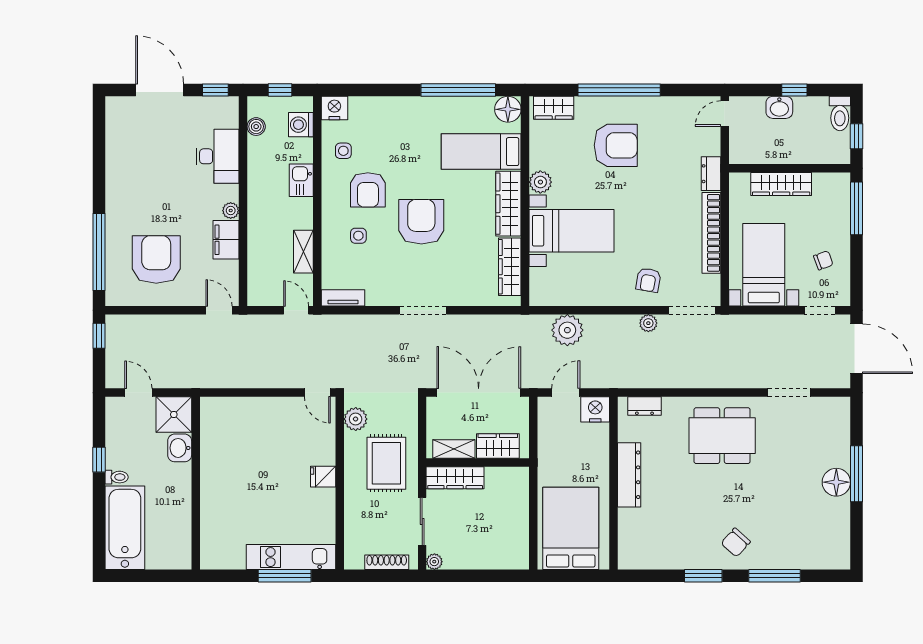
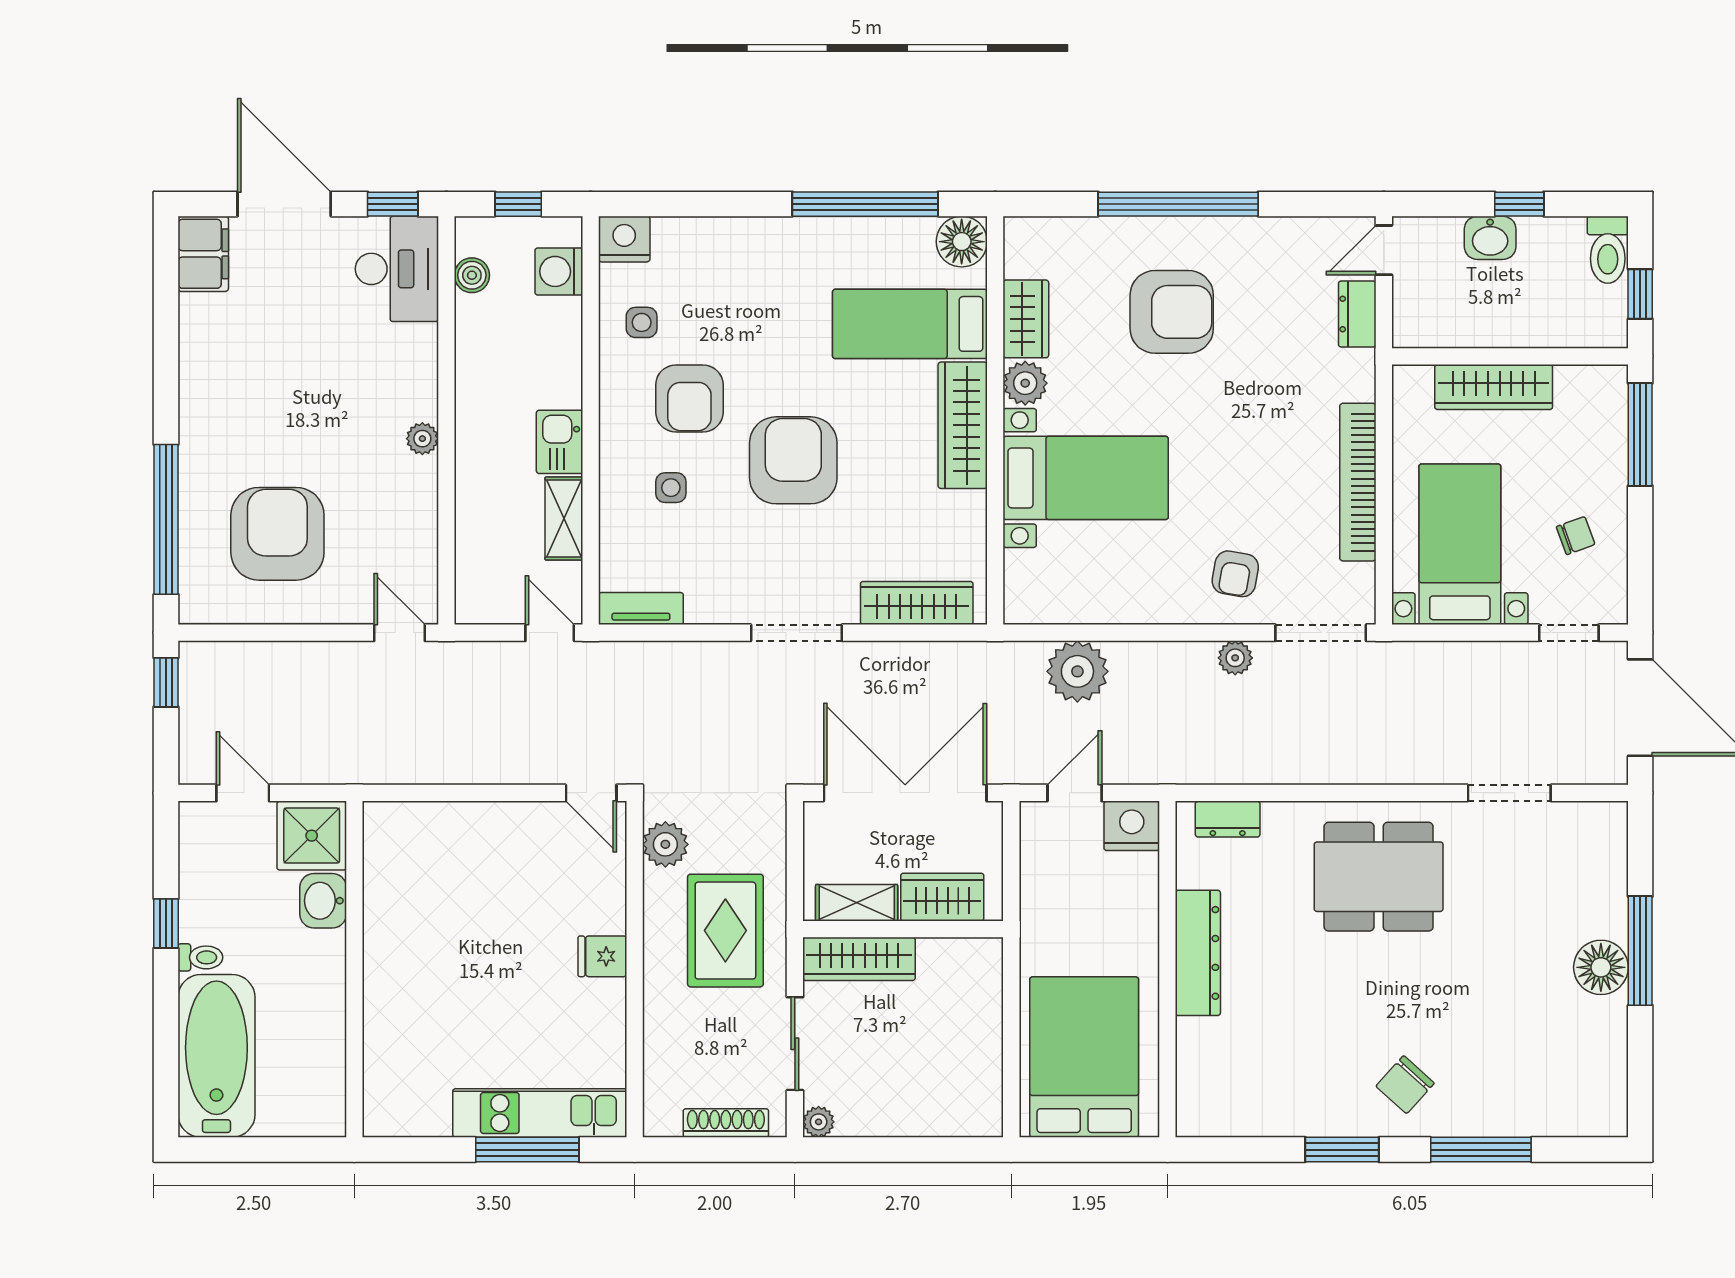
wardrobe: (554, 108) -> (1026, 319), moved, turned -90
desk: (218, 156) -> (397, 269), moved
dresser: (711, 174) -> (1357, 314), moved
kitchen sink: (301, 180) -> (560, 442), moved
filing cabinet: (226, 240) -> (203, 254), moved, turned 180
wardrobe: (510, 267) -> (917, 603), moved, turned 90

